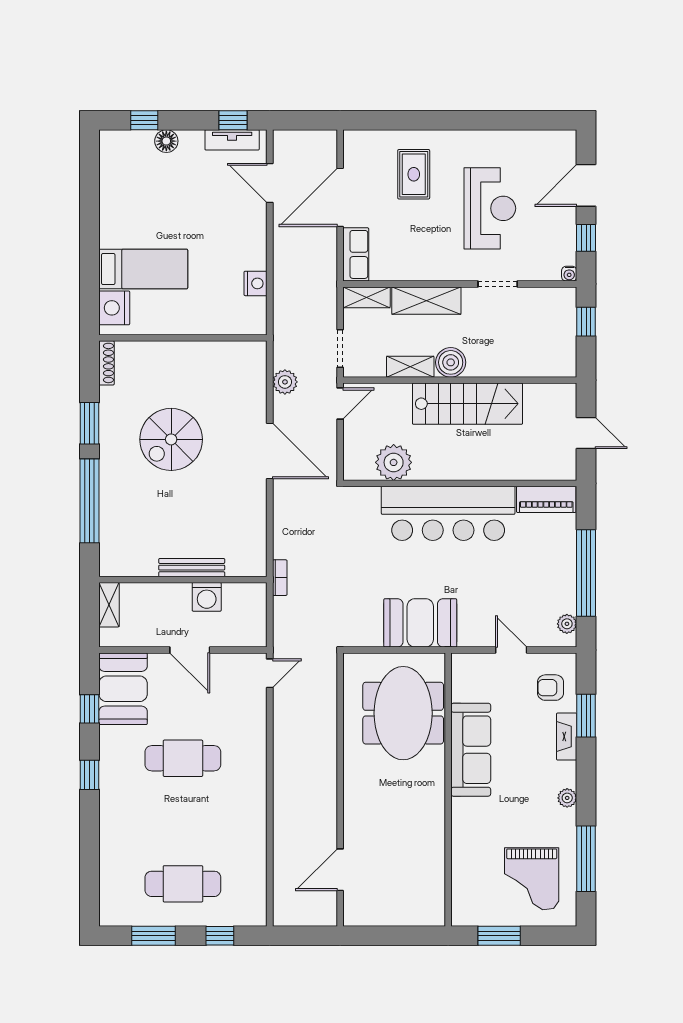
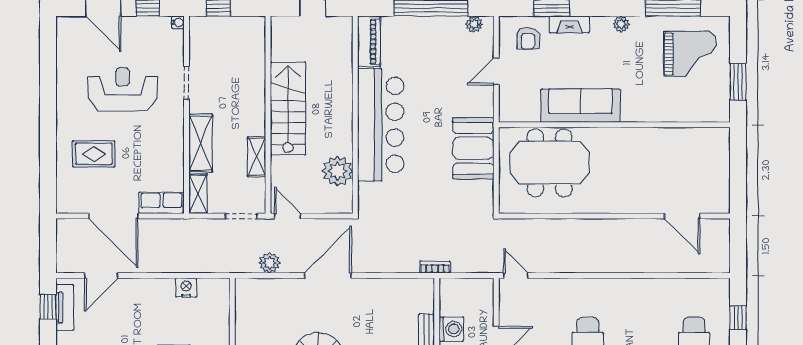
boiler: (451, 362) -> (253, 123), removed

